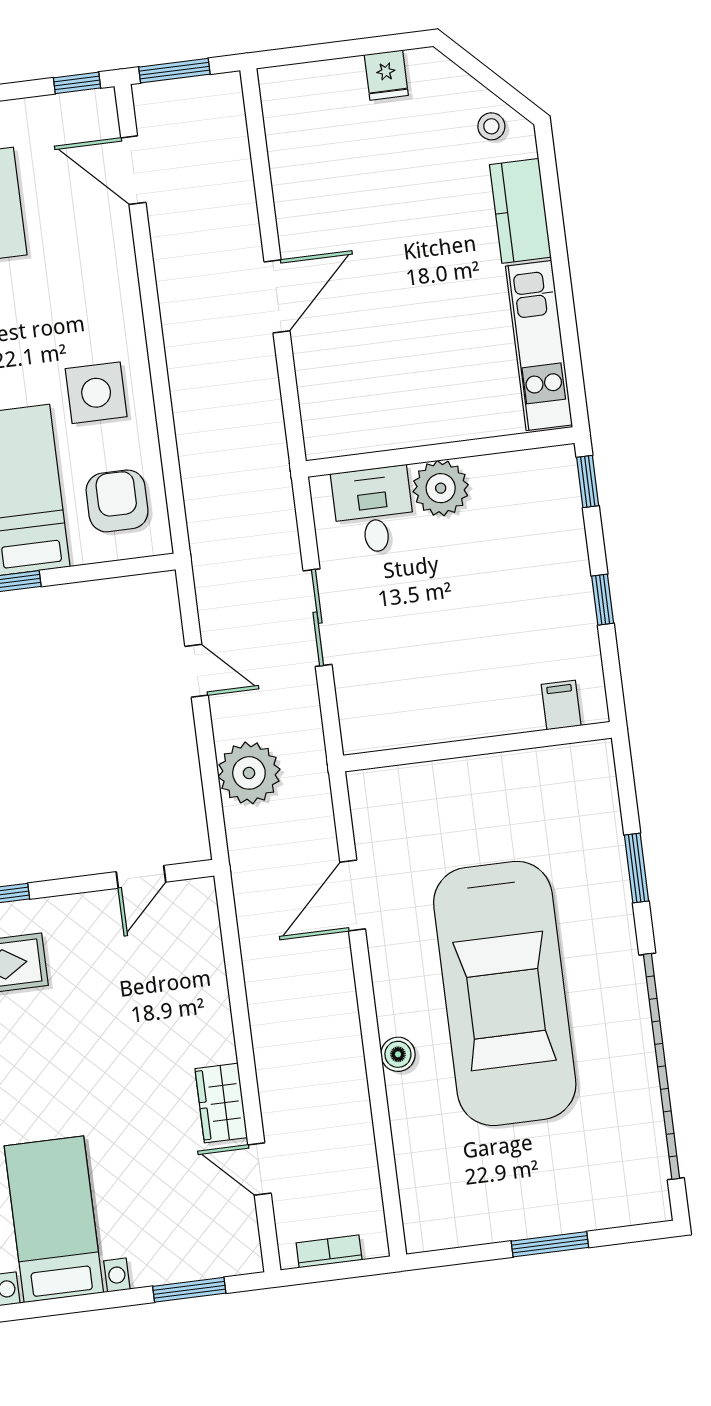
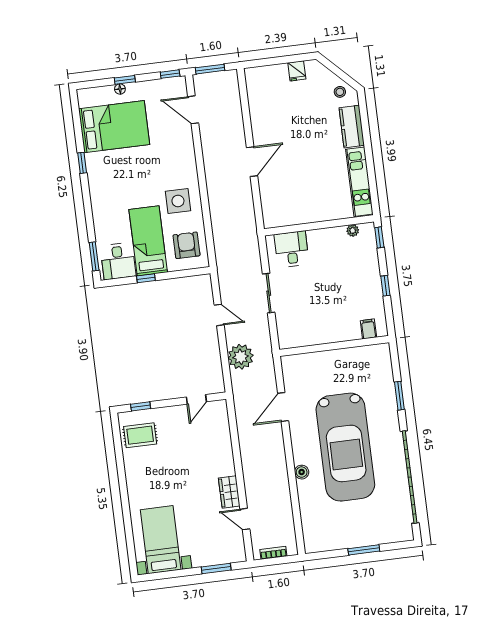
plant: (441, 488) -> (353, 230), moved, width x0.53, depth x0.53

